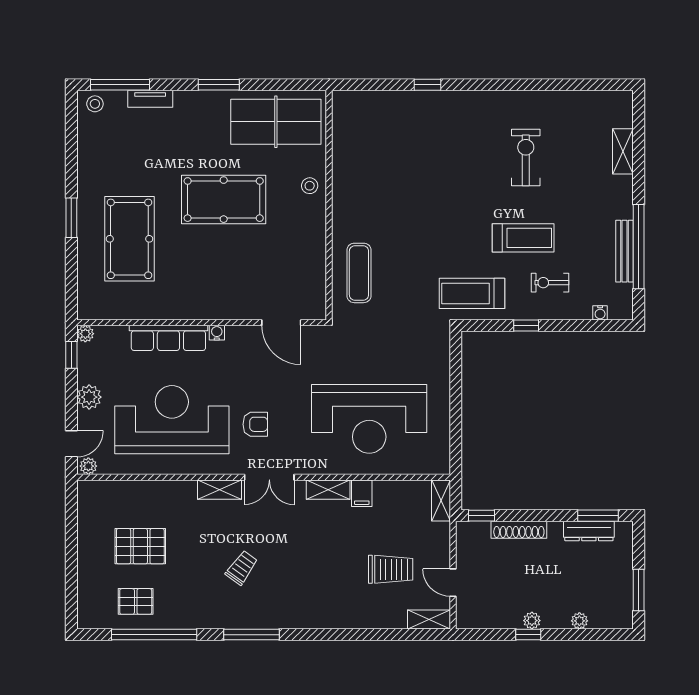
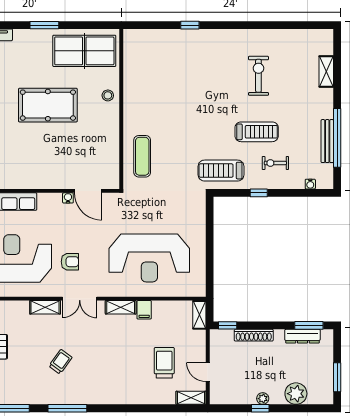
water cooler: (217, 333) -> (68, 198), moved
trolley: (391, 569) -> (164, 363), turned -90
plant: (579, 621) -> (296, 394), width x1.88, depth x1.88

